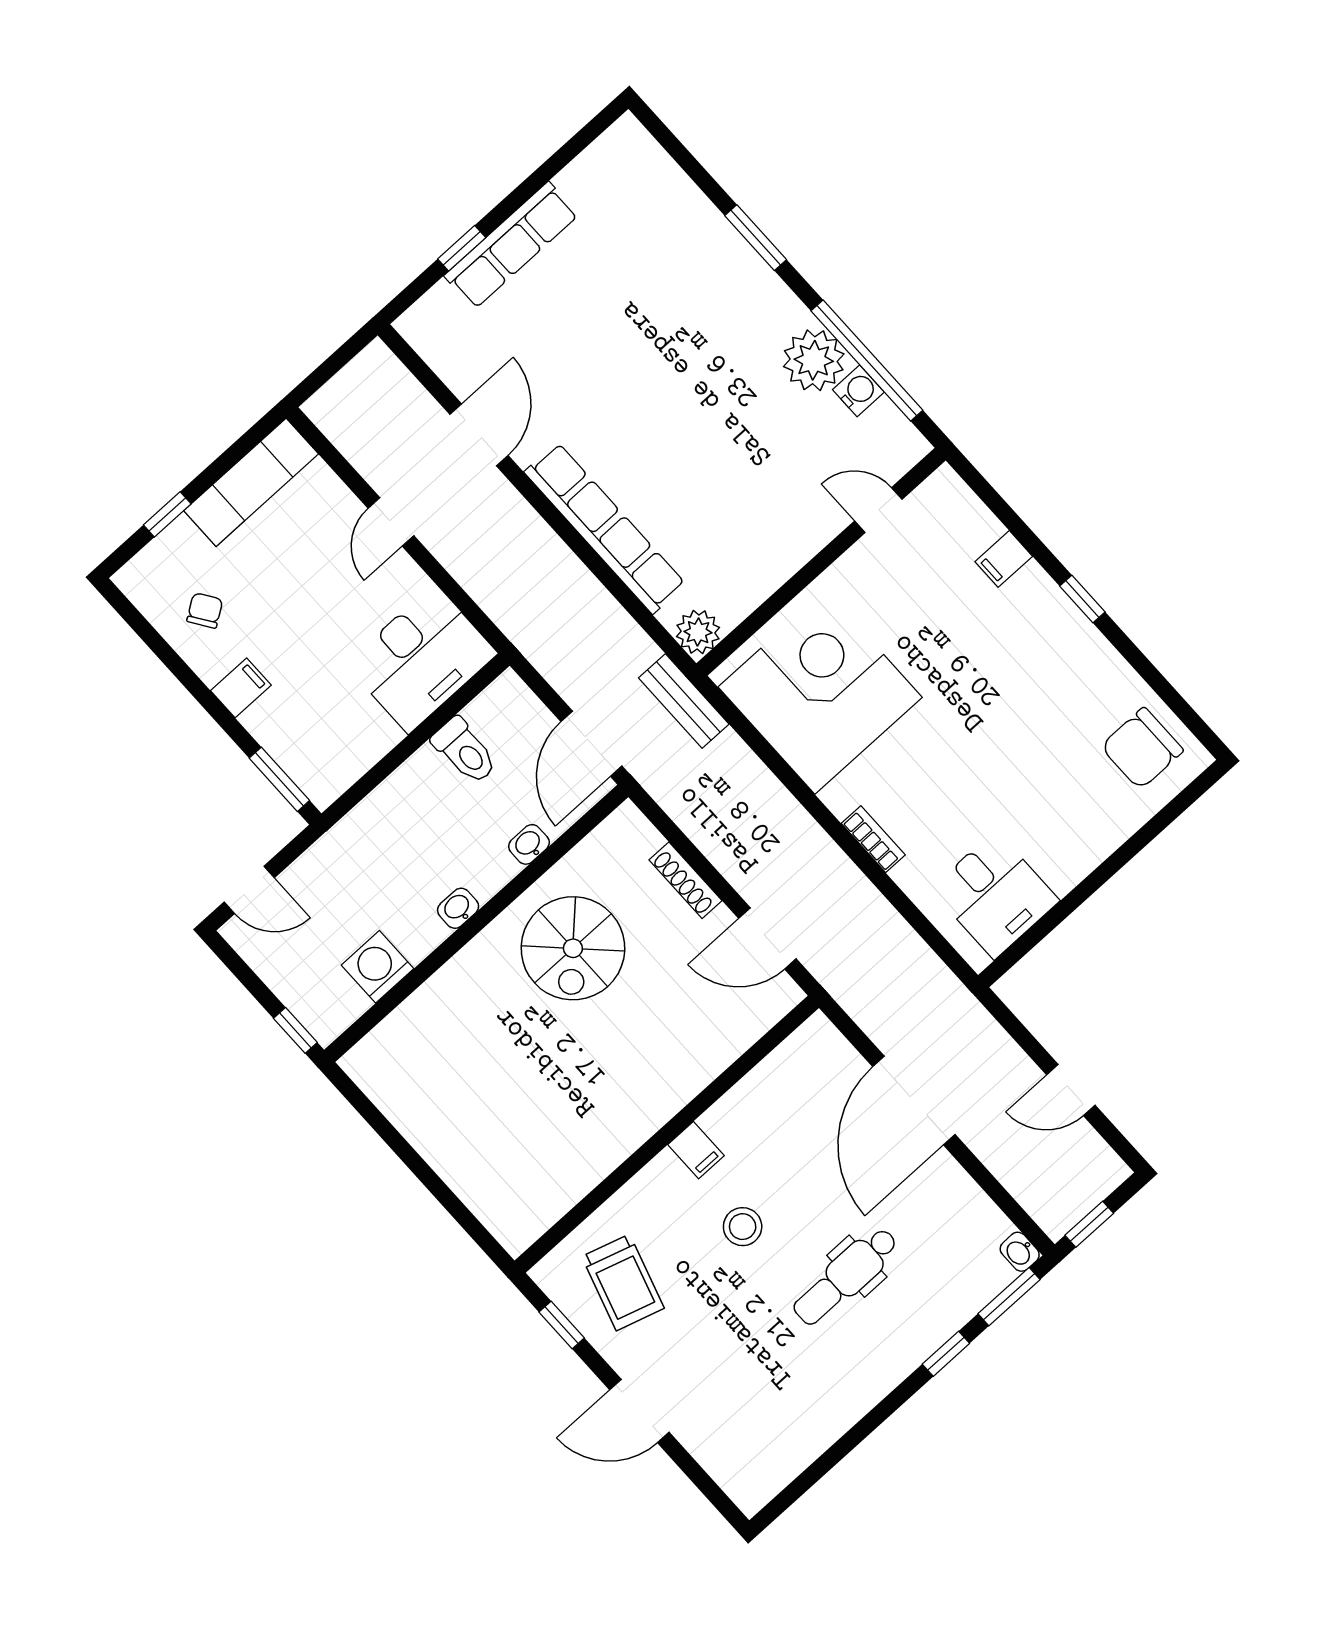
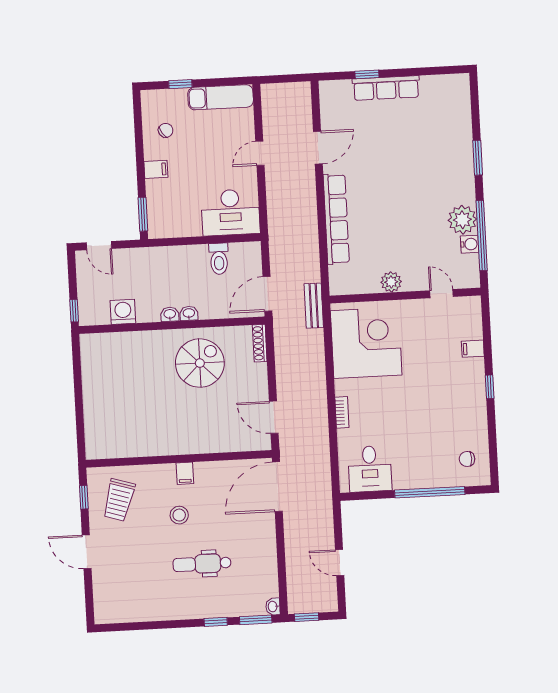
plant: (698, 632) -> (391, 282), moved
chair: (1142, 748) -> (467, 459), width x0.54, depth x0.54
washbasin: (529, 844) -> (189, 313), moved
window: (1125, 853) -> (430, 492), added
shoe rack: (685, 880) -> (260, 343), moved
spiral stairs: (573, 948) -> (200, 363), turned 180
door: (914, 1101) -> (277, 487), moved

